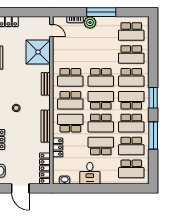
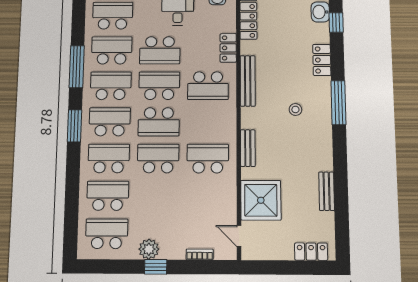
window: (101, 12) -> (156, 267), width x0.46
plant: (90, 23) -> (149, 249), moved
school desk: (70, 100) -> (208, 122), removed
school desk: (131, 100) -> (110, 122), turned 180

